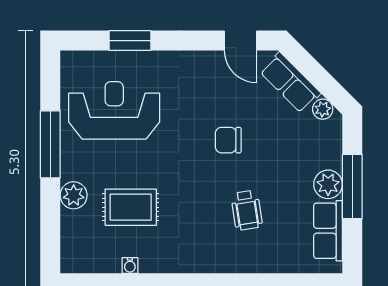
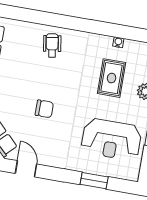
rug: (131, 207) -> (112, 78), turned 90
wheelchair: (247, 210) -> (52, 45), moved

